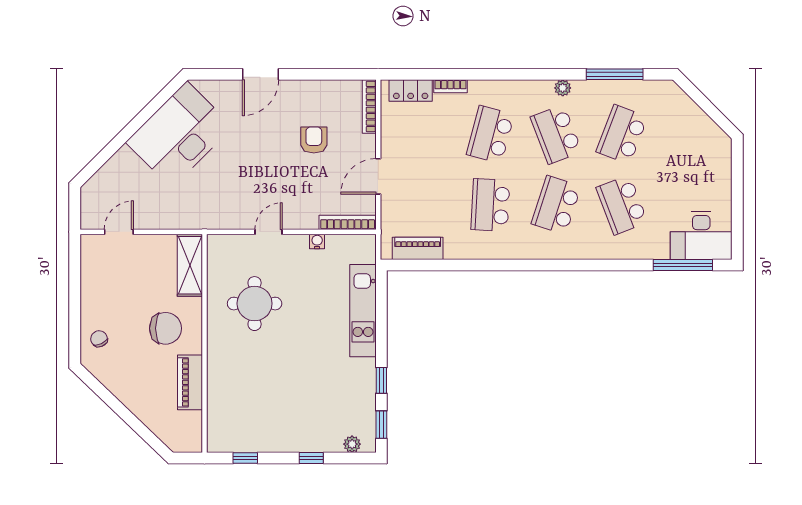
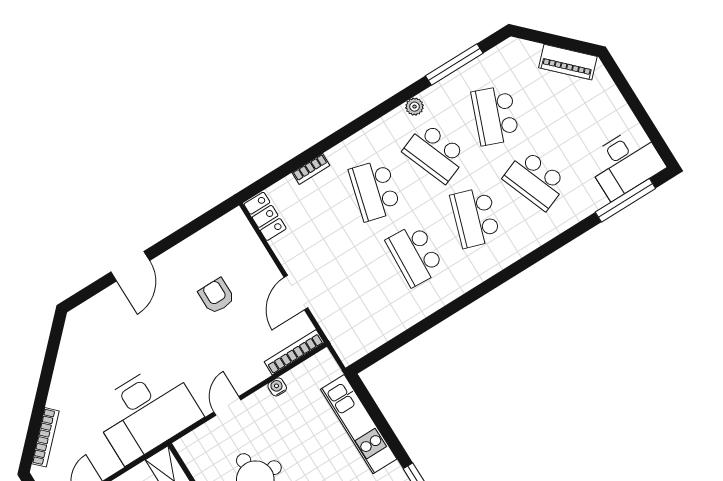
locker: (411, 90) -> (265, 216), moved, turned -90
bookcase: (369, 106) -> (45, 437), moved, turned -135
desk: (179, 135) -> (146, 412), moved, turned -135
piano: (418, 248) -> (568, 62), moved, turned -135

